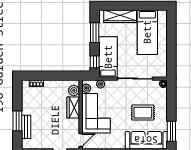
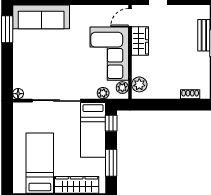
wardrobe: (73, 108) -> (140, 41), moved
rug: (143, 113) -> (46, 54), removed

